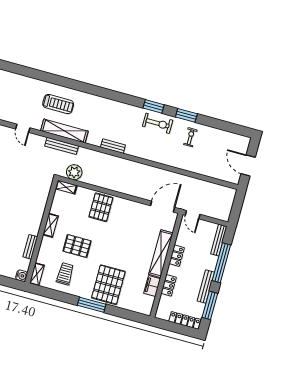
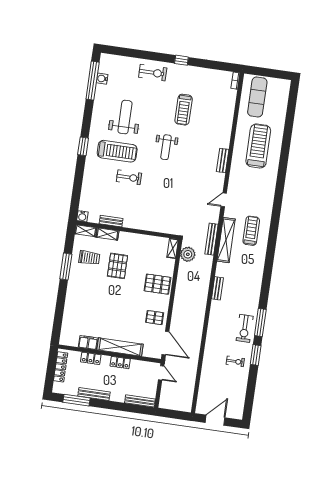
treadmill: (58, 104) -> (251, 231), turned 180
window: (154, 106) -> (260, 323), width x1.44
door: (193, 215) -> (161, 373), swing flipped
shelving: (50, 225) -> (107, 234), moved
window: (221, 263) -> (119, 406), removed
pallet: (108, 285) -> (155, 318), moved, width x0.49, depth x0.50
window: (92, 305) -> (66, 266), moved
locker: (185, 320) -> (61, 367), moved

